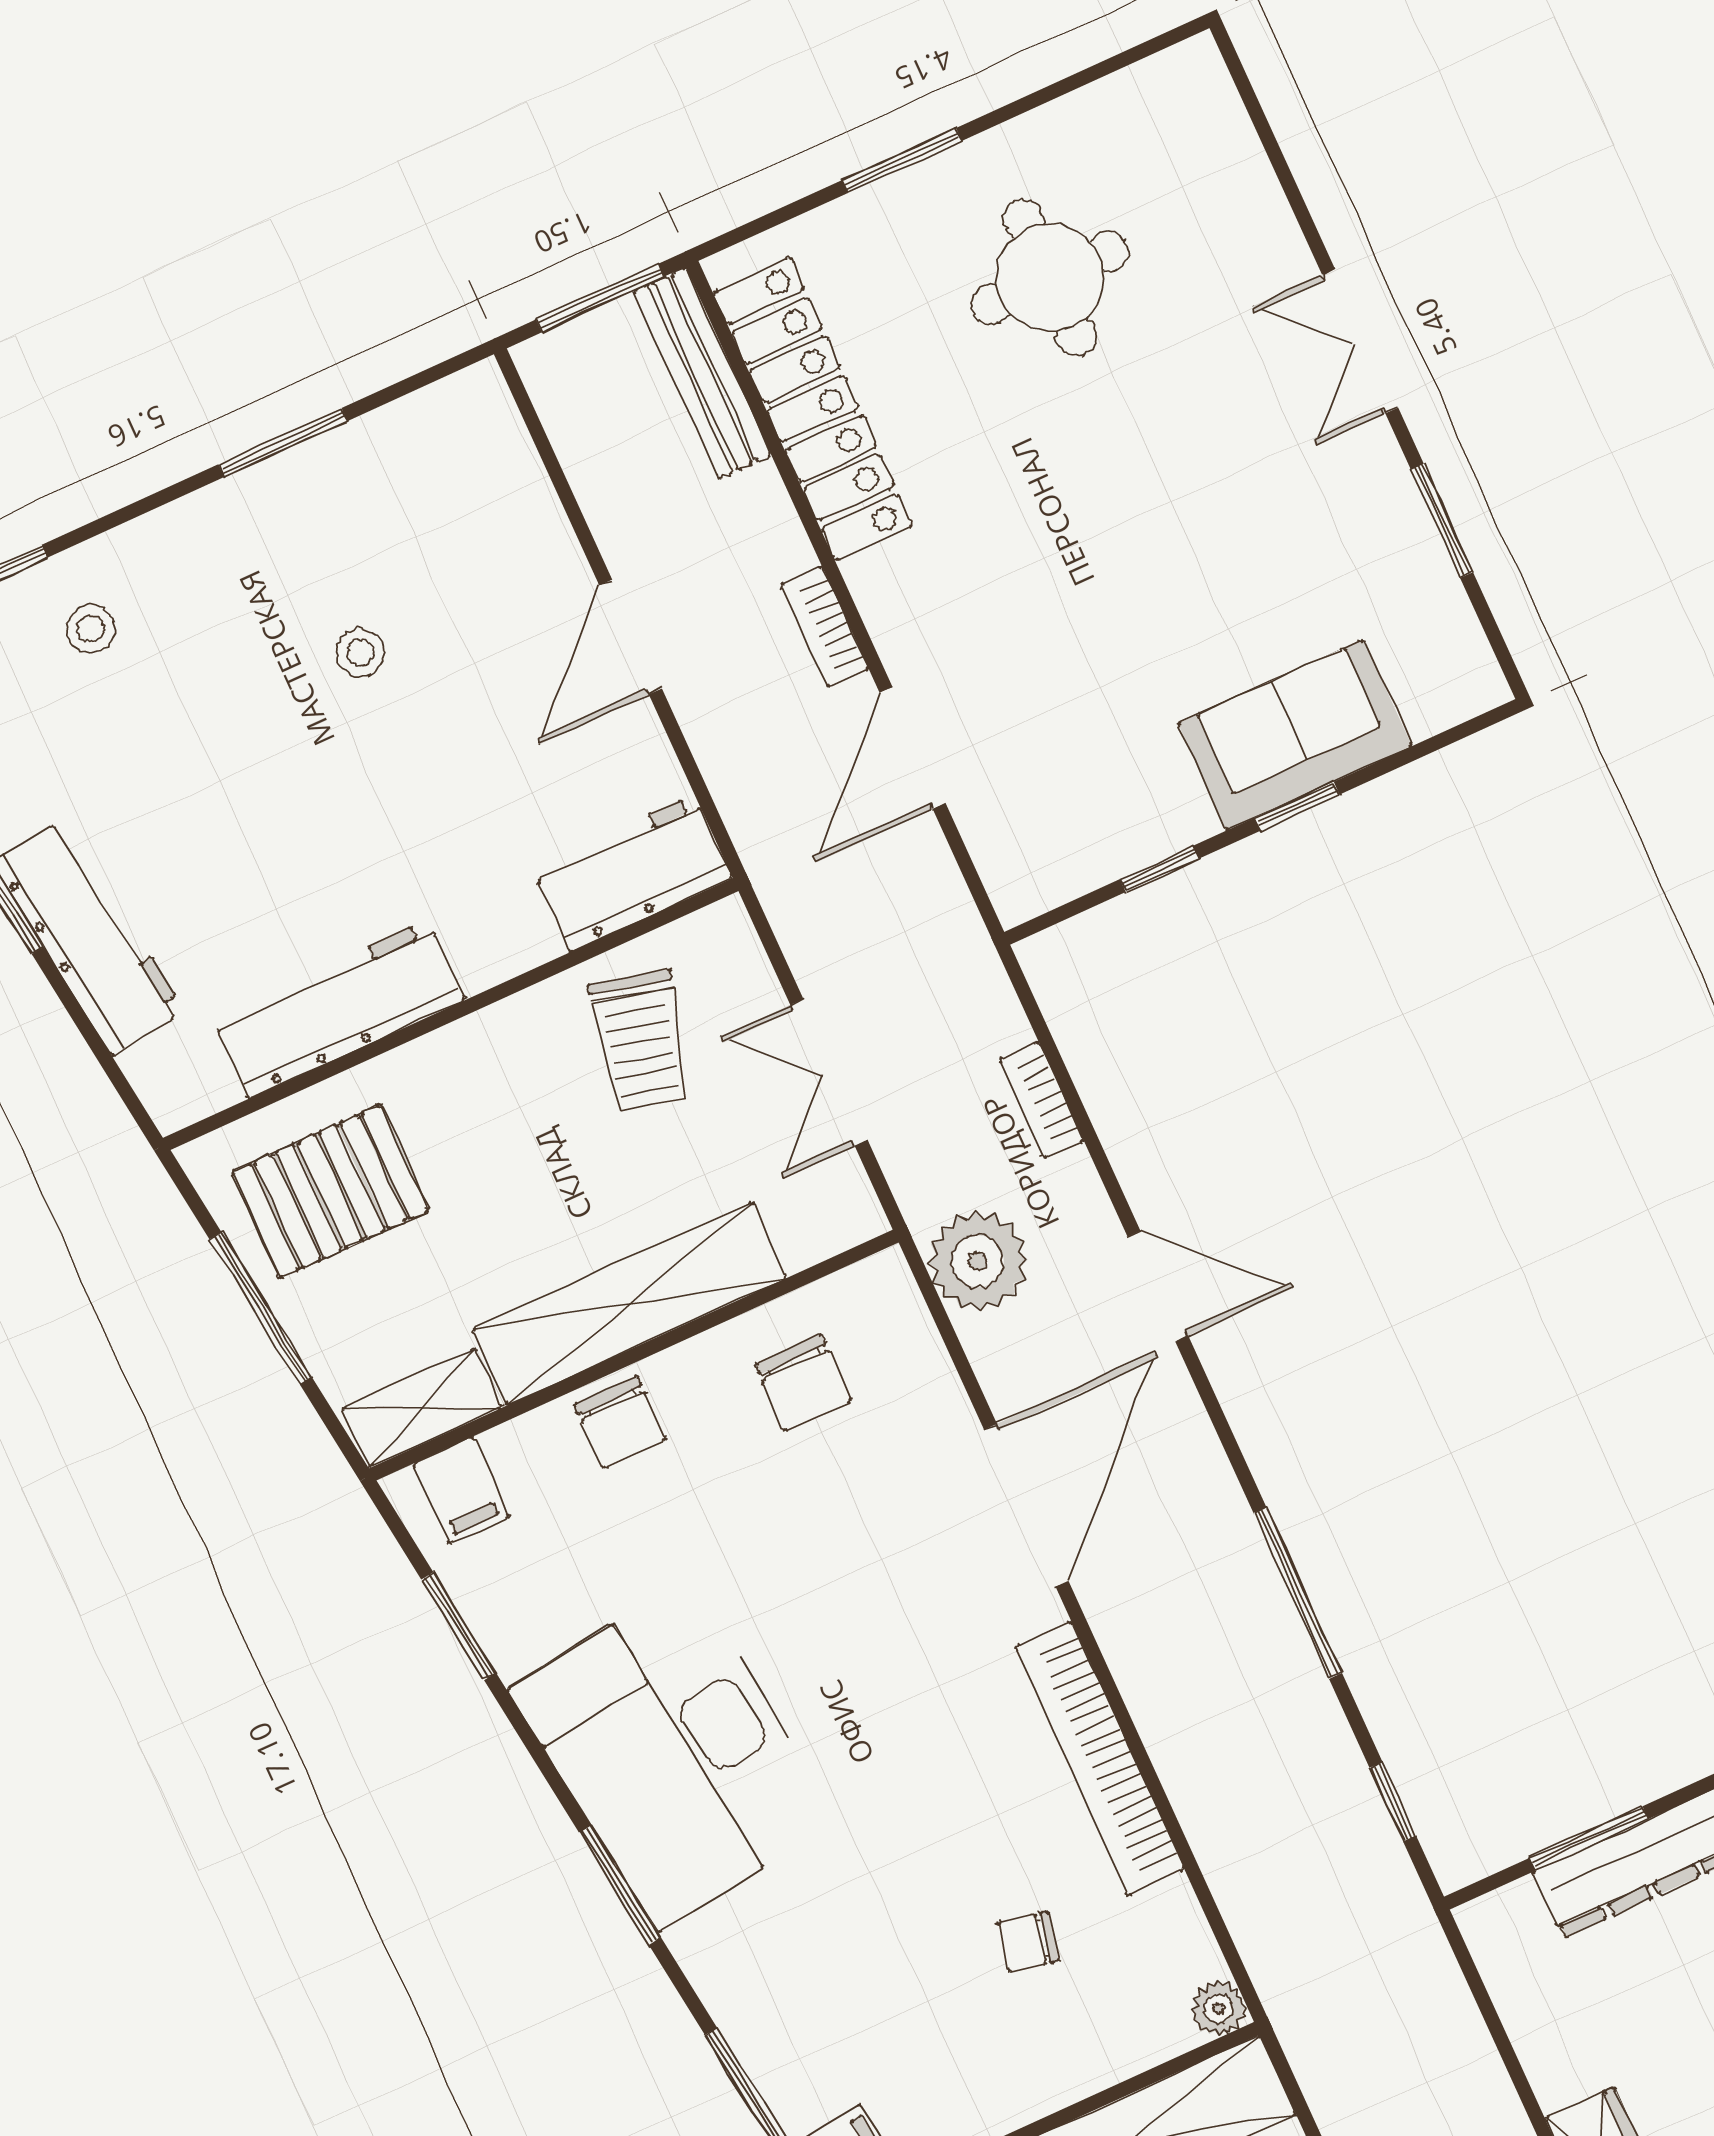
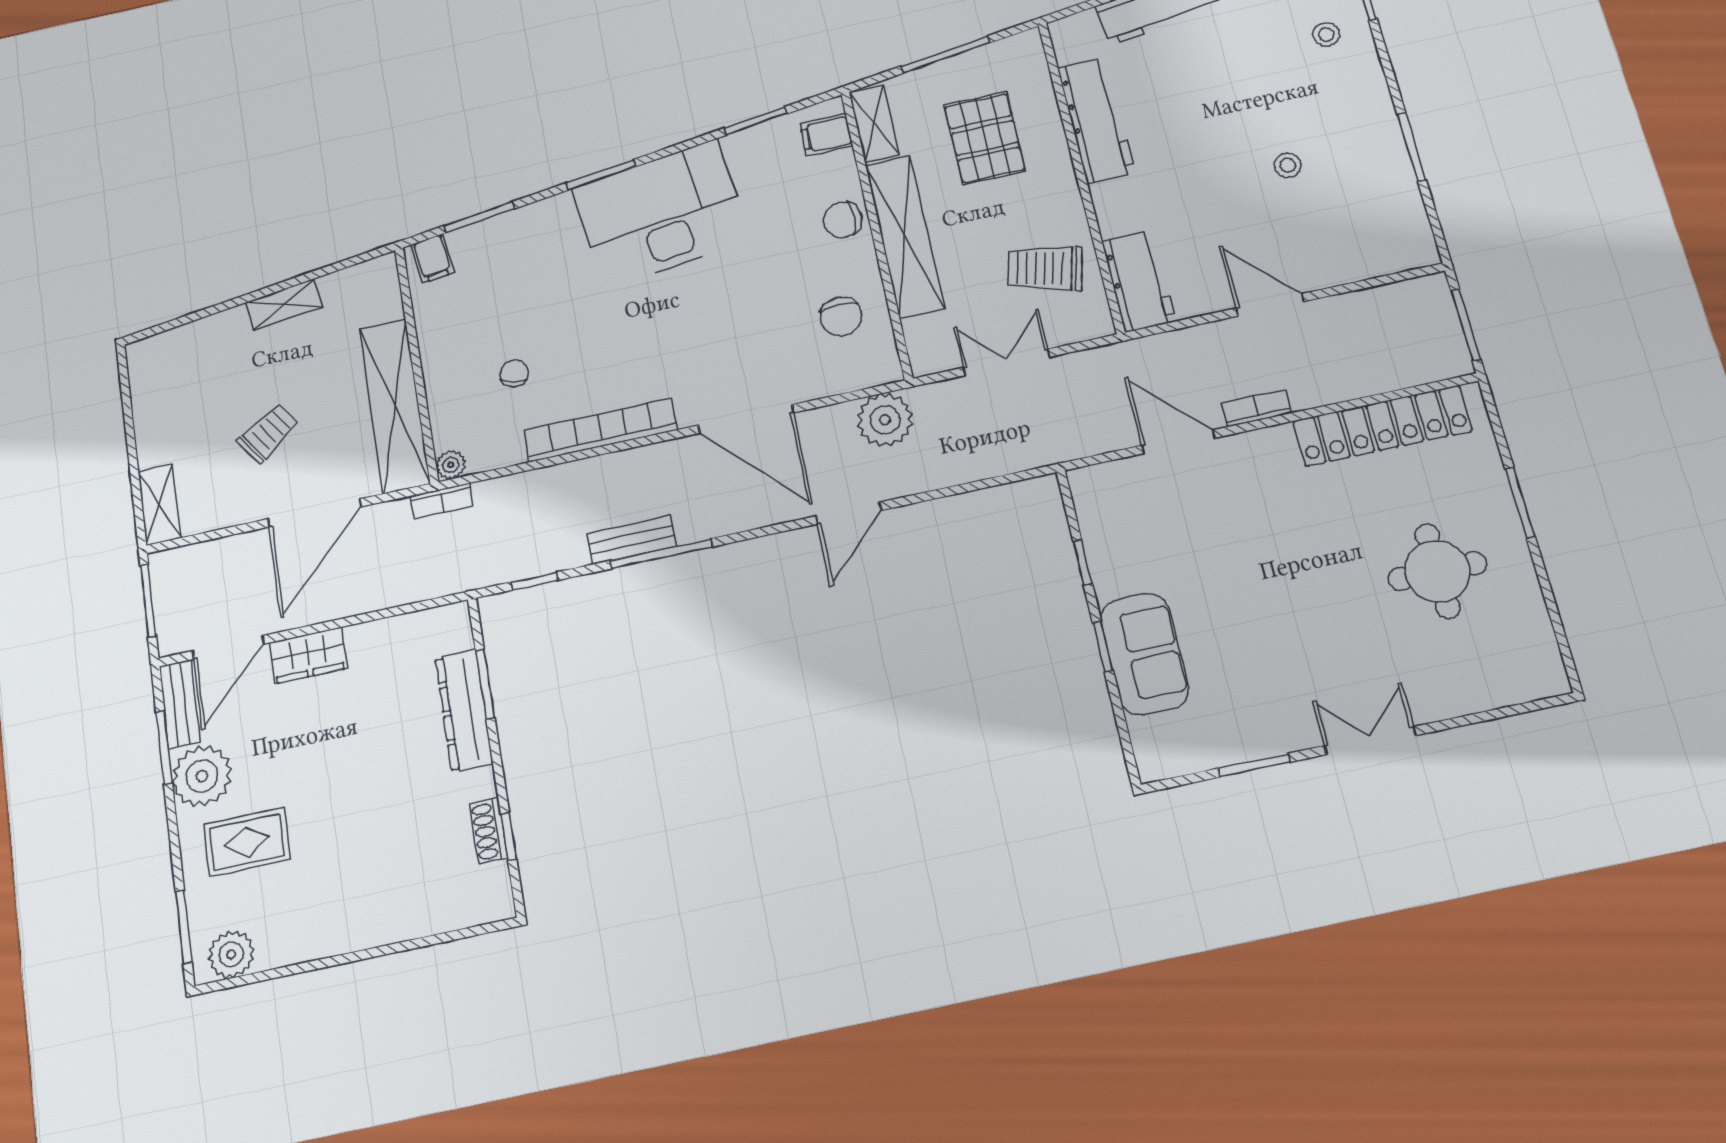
bench: (702, 373) -> (632, 540), moved, width x0.73
bookcase: (1041, 1100) -> (442, 501), moved, turned 180
pallet: (330, 1191) -> (985, 138), moved
chair: (803, 1382) -> (841, 316), turned -90

